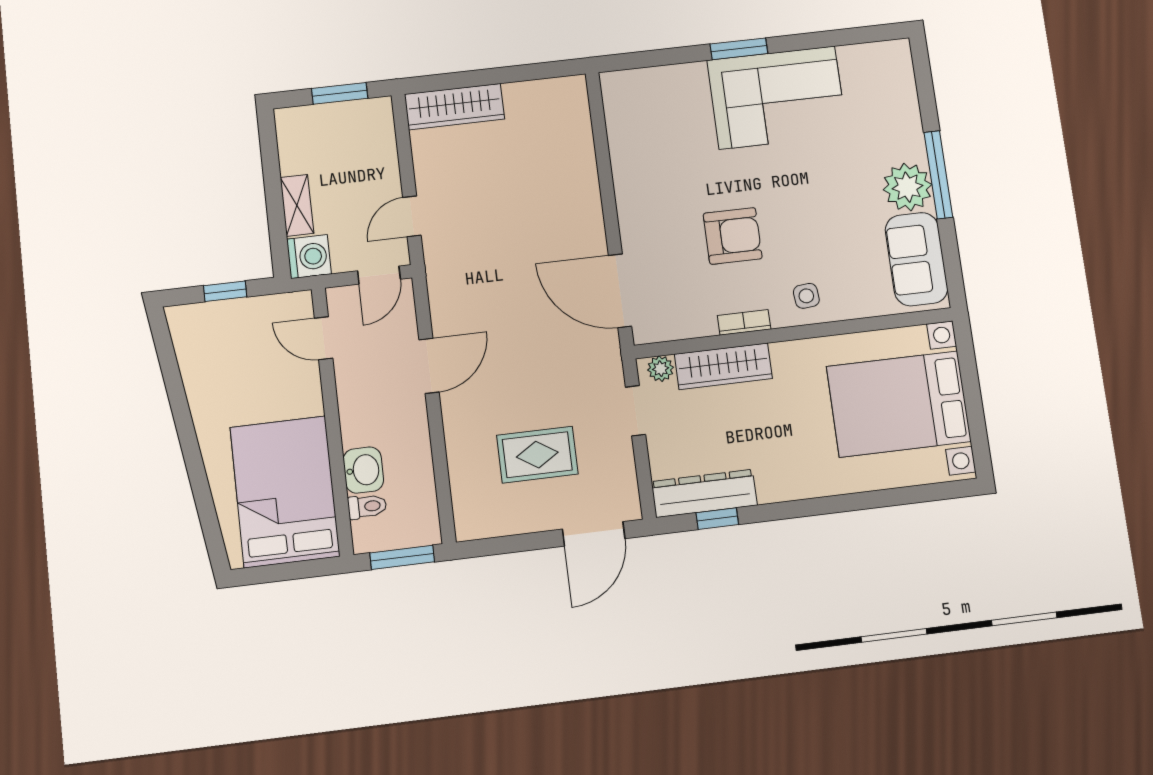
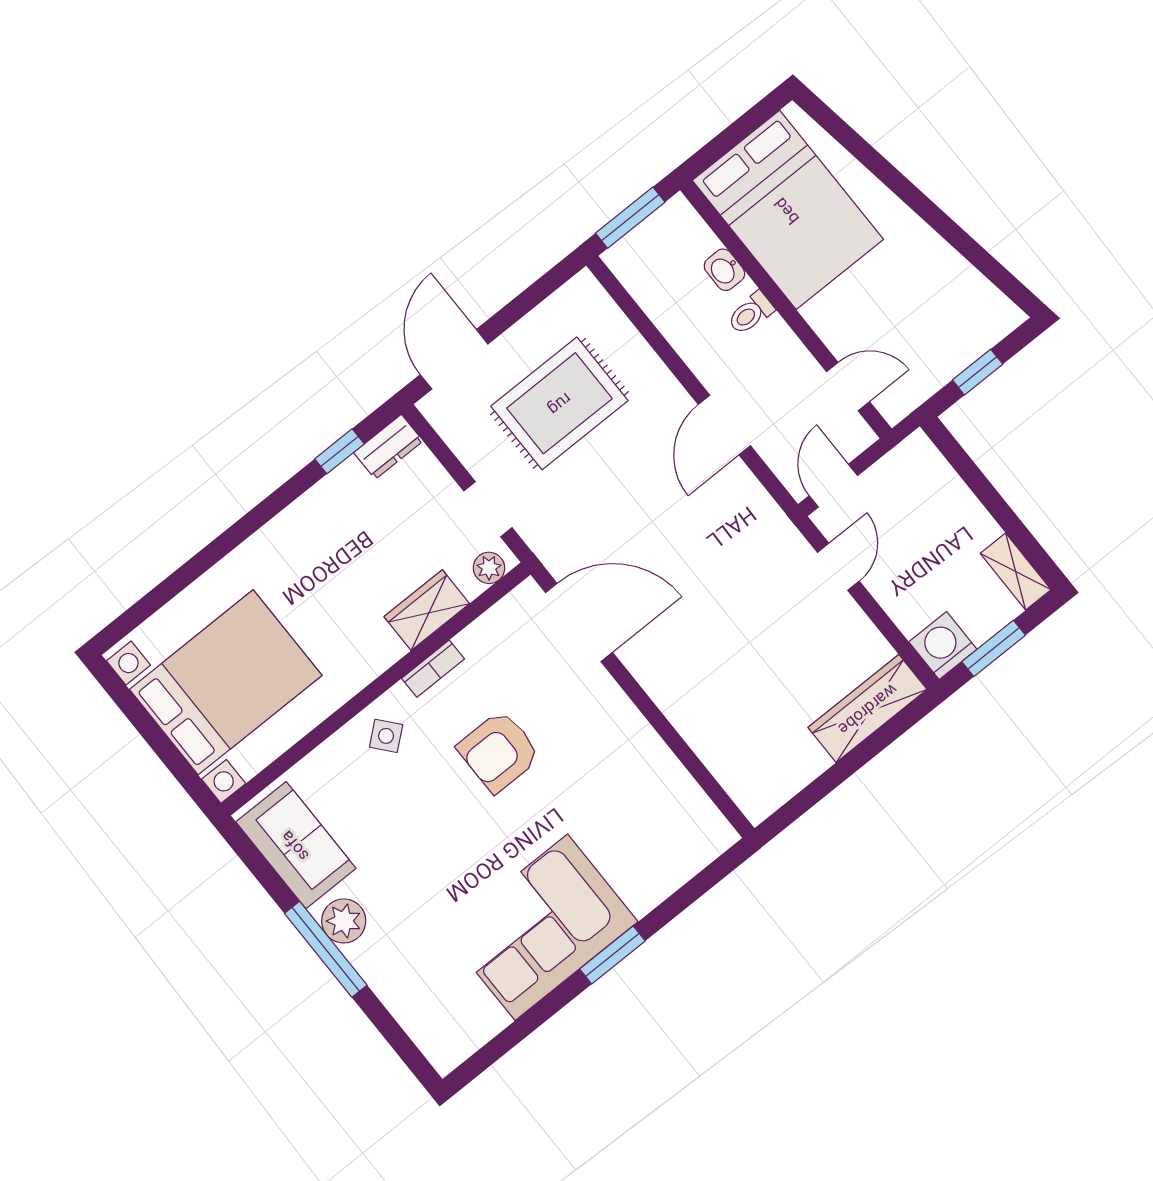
plant: (907, 187) -> (344, 921), width x0.73, depth x0.73
shelving: (297, 205) -> (1016, 572), moved
washing machine: (309, 257) -> (943, 646), moved, turned 90
side table: (806, 296) -> (386, 736), turned -35
wardrobe: (723, 366) -> (427, 610), width x0.67
rug: (537, 455) -> (559, 403), width x1.36, depth x1.43
washbasin: (363, 470) -> (724, 270), width x0.72, depth x0.69
dresser: (704, 493) -> (388, 447), width x0.51, depth x0.80
toilet: (367, 506) -> (751, 313), moved

